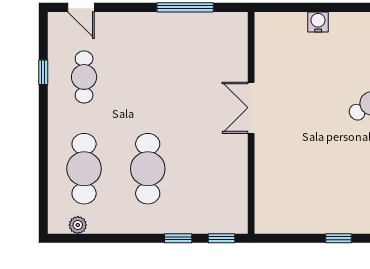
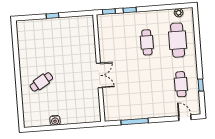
water cooler: (318, 22) -> (55, 120), moved
cafe table: (148, 169) -> (147, 42), width x0.73, depth x0.74

